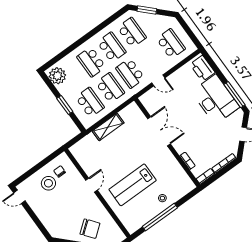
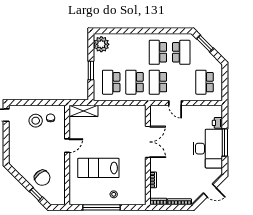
school desk: (171, 44) -> (205, 82), turned 180
school desk: (112, 47) -> (158, 52), turned 180
school desk: (91, 62) -> (135, 52), removed
printer: (202, 68) -> (217, 123), width x0.53, depth x0.68
school desk: (110, 88) -> (135, 82), turned 180
window: (234, 95) -> (225, 142), moved
school desk: (90, 102) -> (111, 82), turned 180
shelving: (108, 127) -> (84, 111), moved

